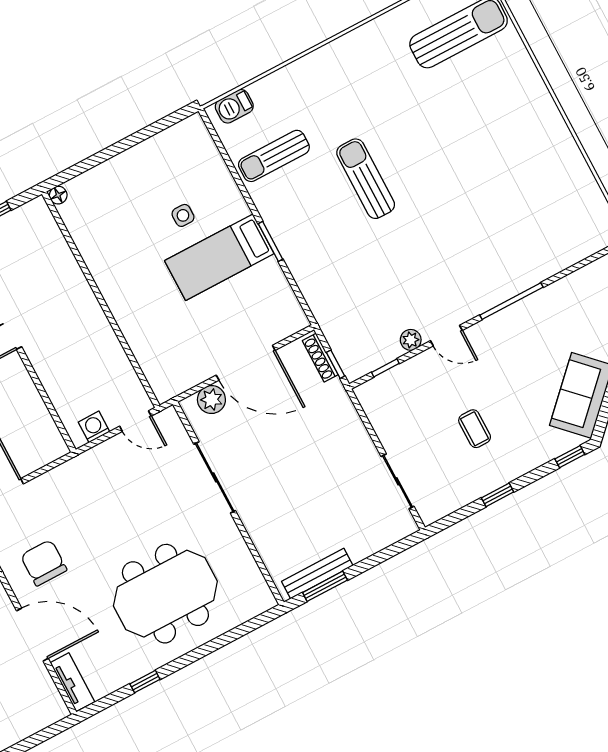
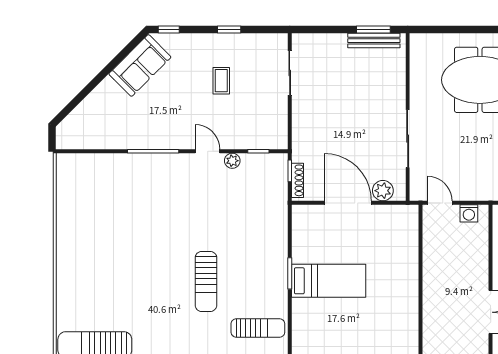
side table: (183, 215) -> (338, 321), removed

